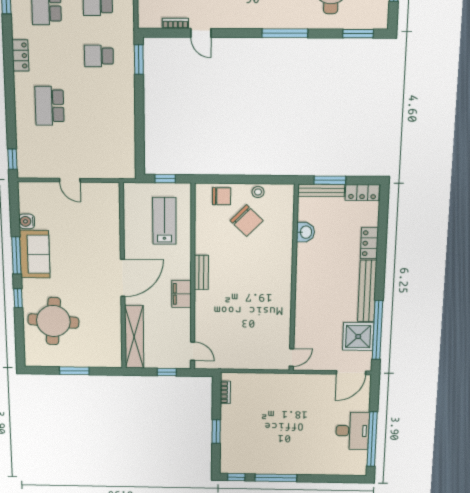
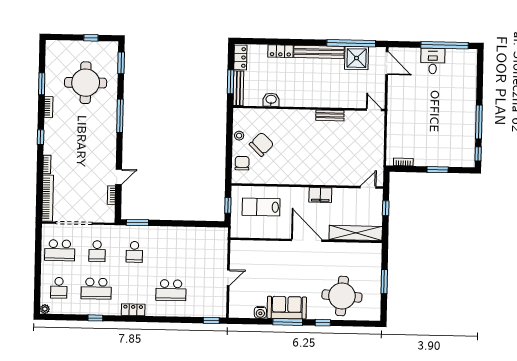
bench: (201, 272) -> (330, 115), moved
desk: (352, 431) -> (433, 61), width x0.73

